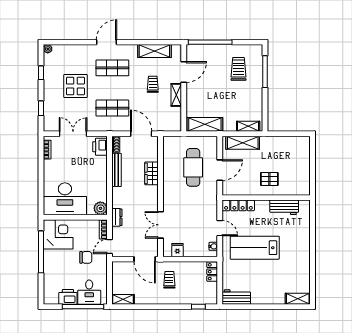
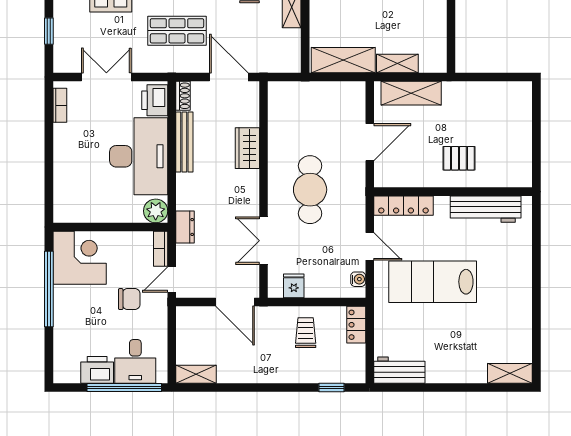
shelving: (248, 126) -> (397, 64), moved
cafe table: (193, 167) -> (310, 190), moved
desk: (65, 199) -> (139, 156), moved, turned -90
workbench: (284, 207) -> (486, 209), width x1.38
trolley: (169, 280) -> (306, 333), moved

